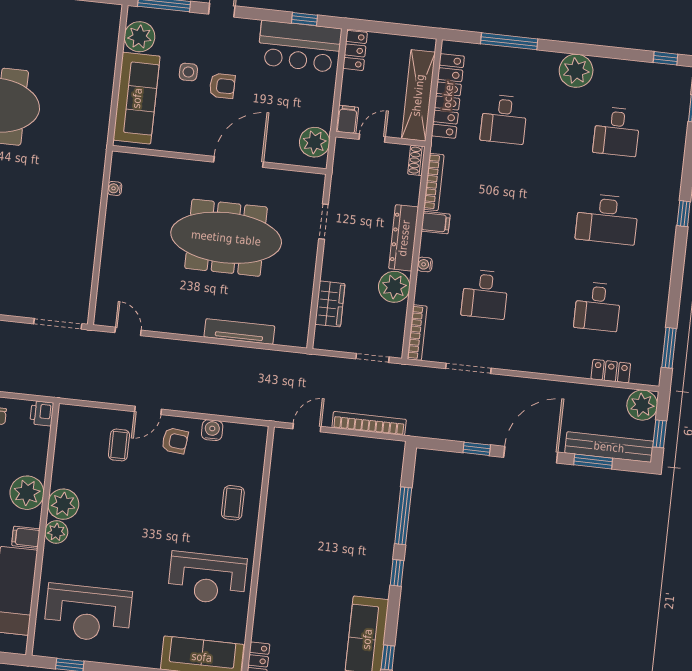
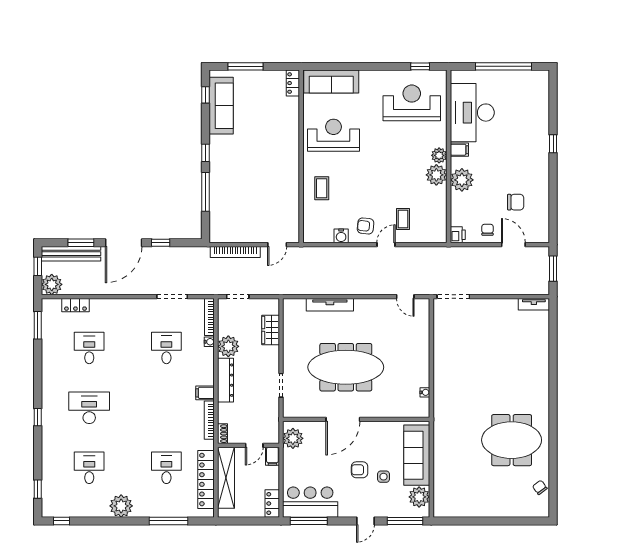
window: (305, 19) -> (309, 521), width x2.17
water cooler: (425, 264) -> (209, 342), moved

